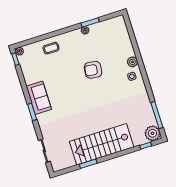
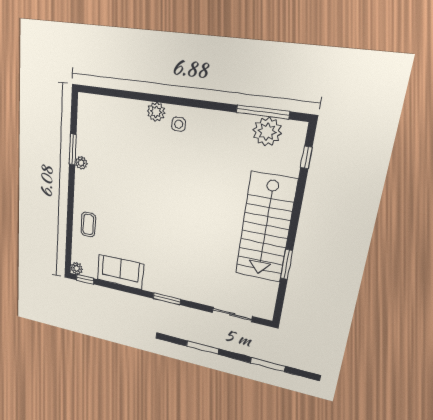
armchair: (93, 70) -> (143, 181), removed
sofa: (39, 98) -> (120, 272), moved
plant: (153, 133) -> (267, 132), moved

